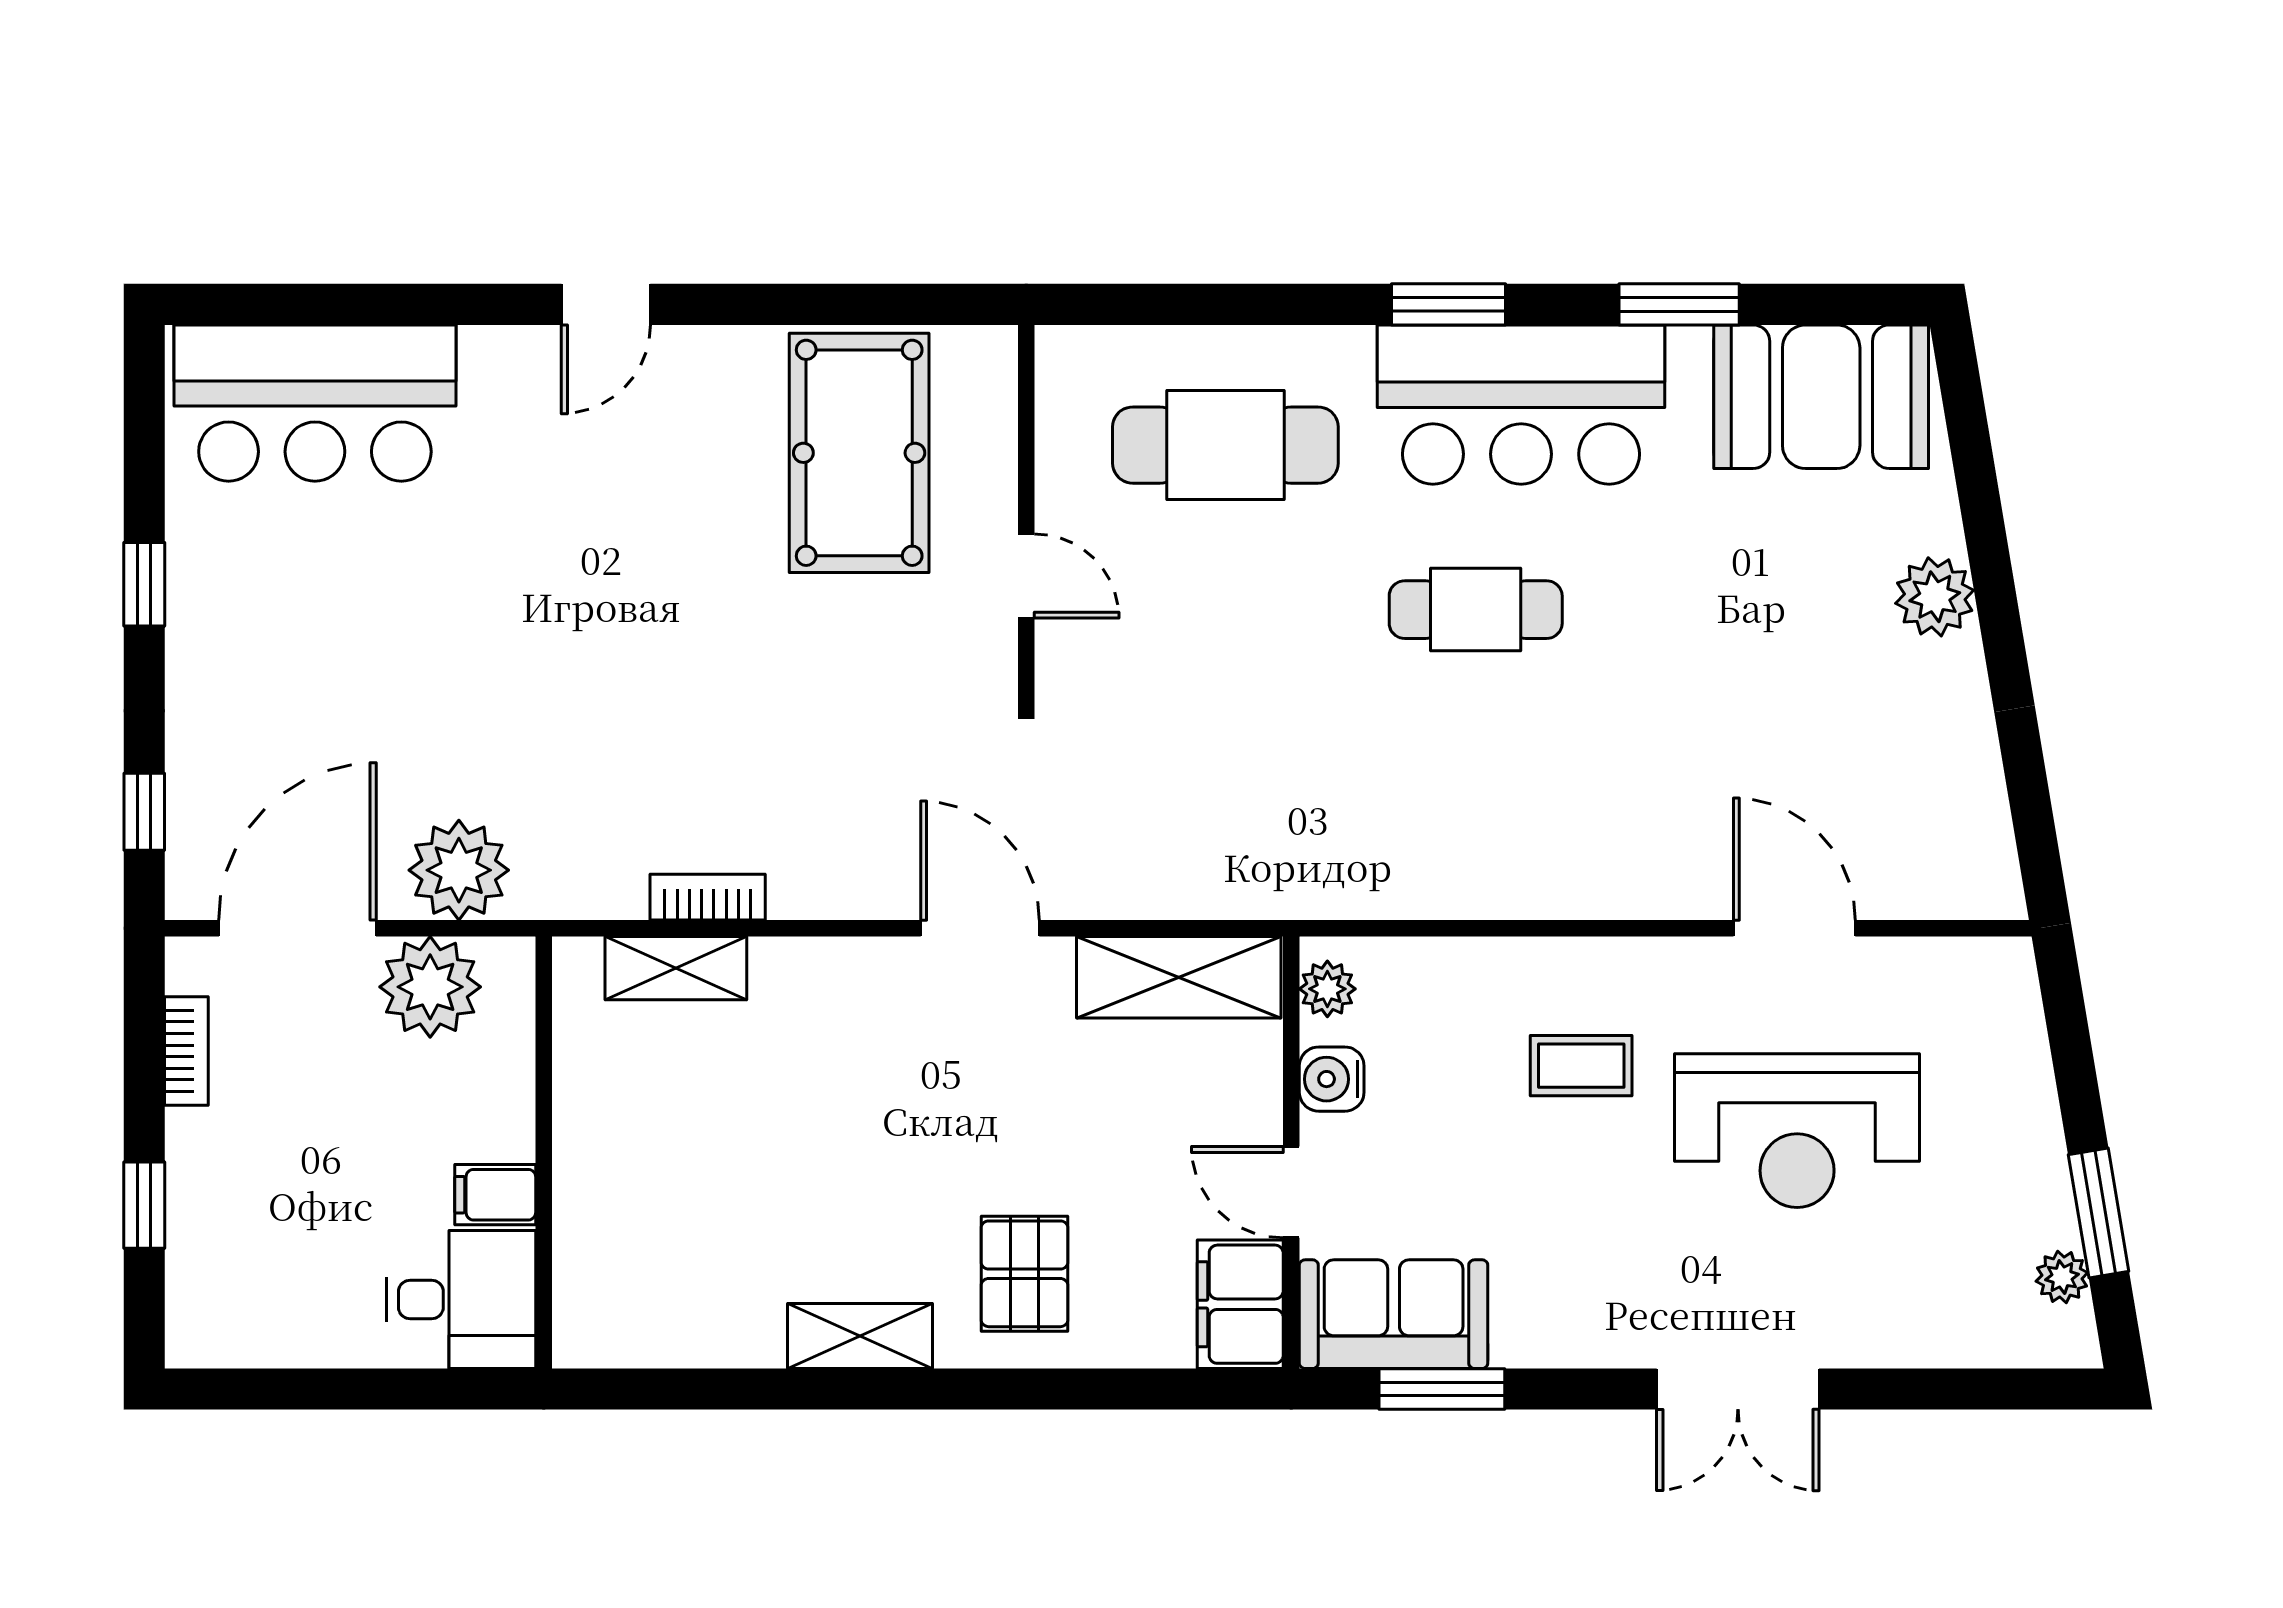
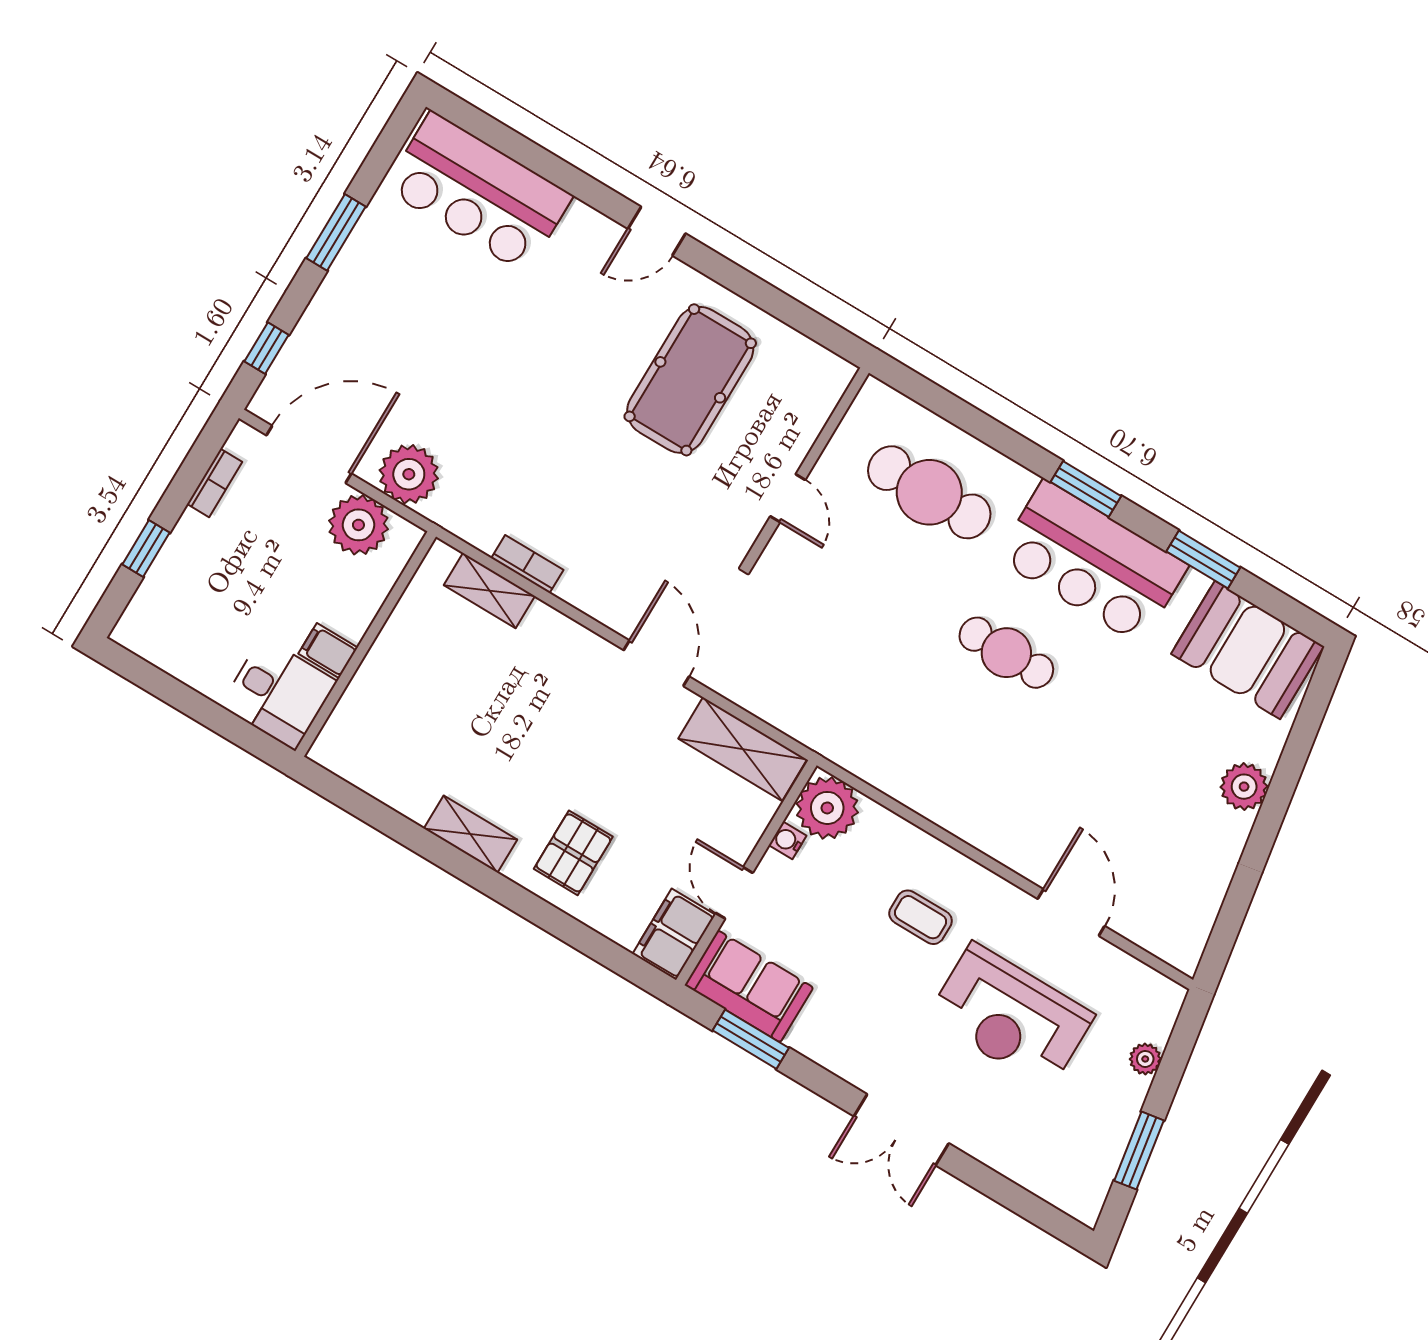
pool table: (859, 453) -> (690, 380), moved
window: (144, 584) -> (336, 232), width x1.50
plant: (1327, 989) -> (827, 808), width x1.87, depth x1.87
water cooler: (1332, 1079) -> (788, 840), width x0.72, depth x0.72
plant: (2062, 1277) -> (1145, 1059), moved

